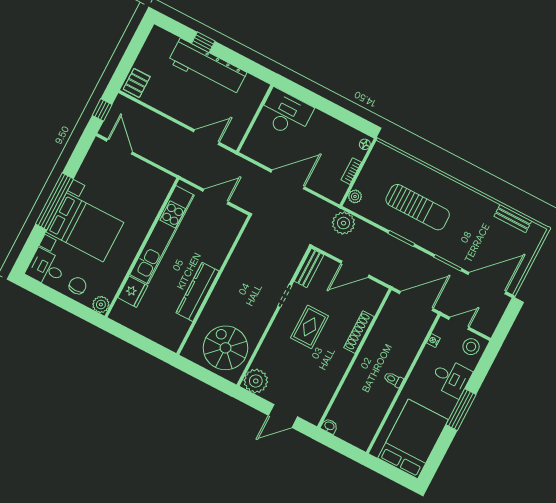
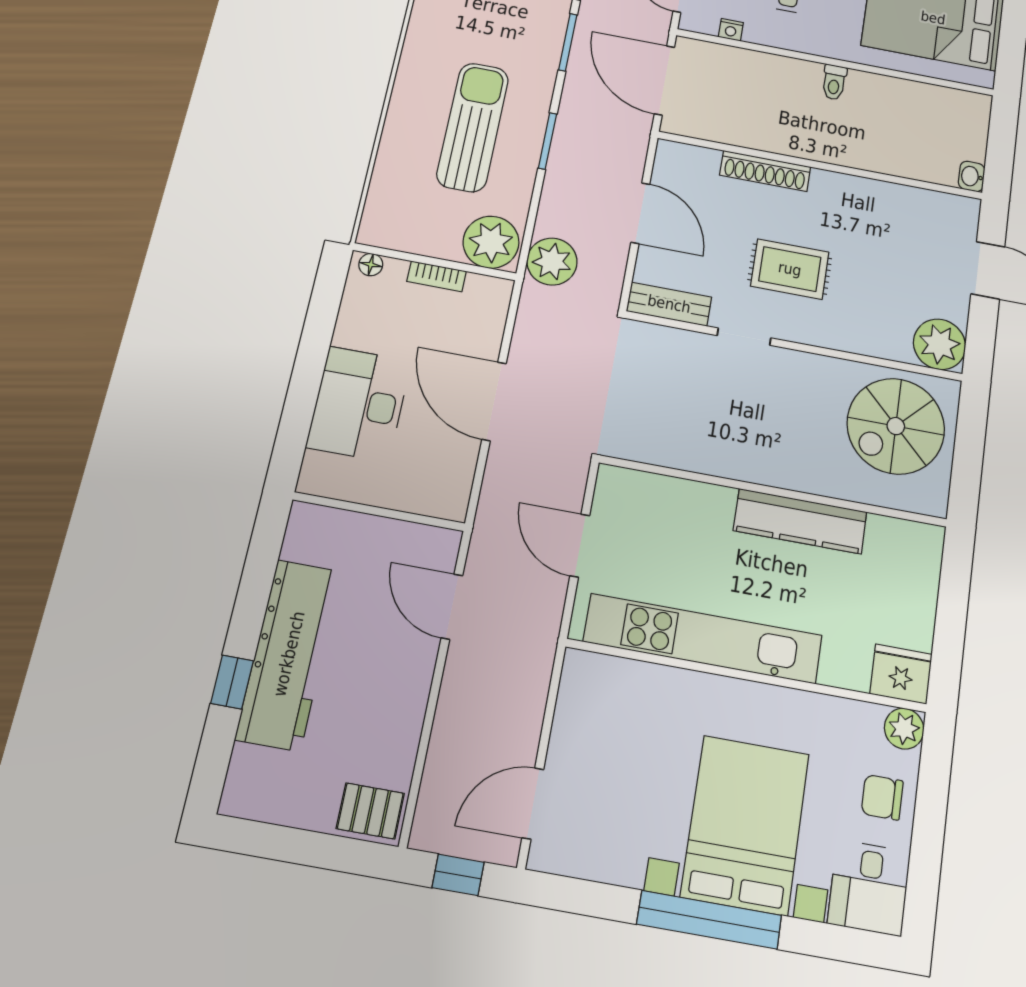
desk: (286, 113) -> (359, 404), moved
plant: (355, 196) -> (491, 242), width x1.88, depth x1.88
fridge: (133, 292) -> (901, 674), moved

